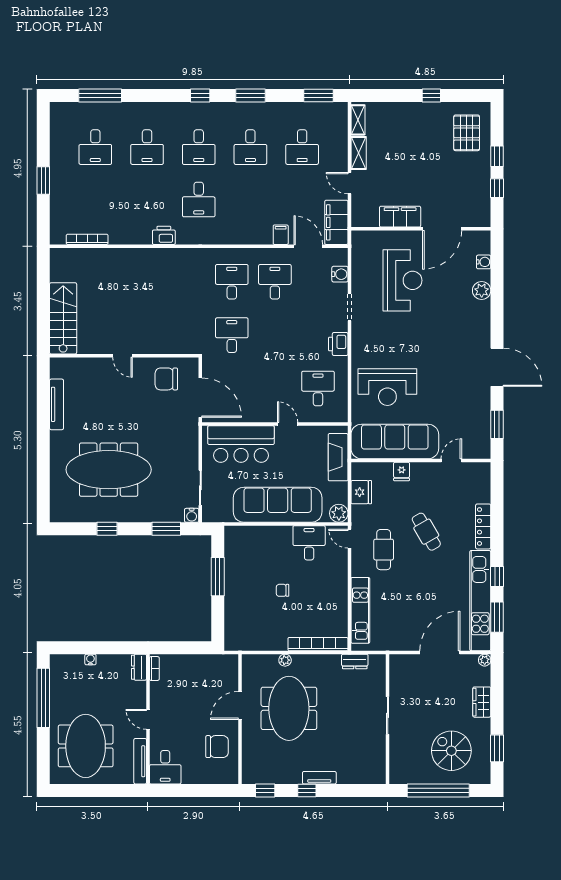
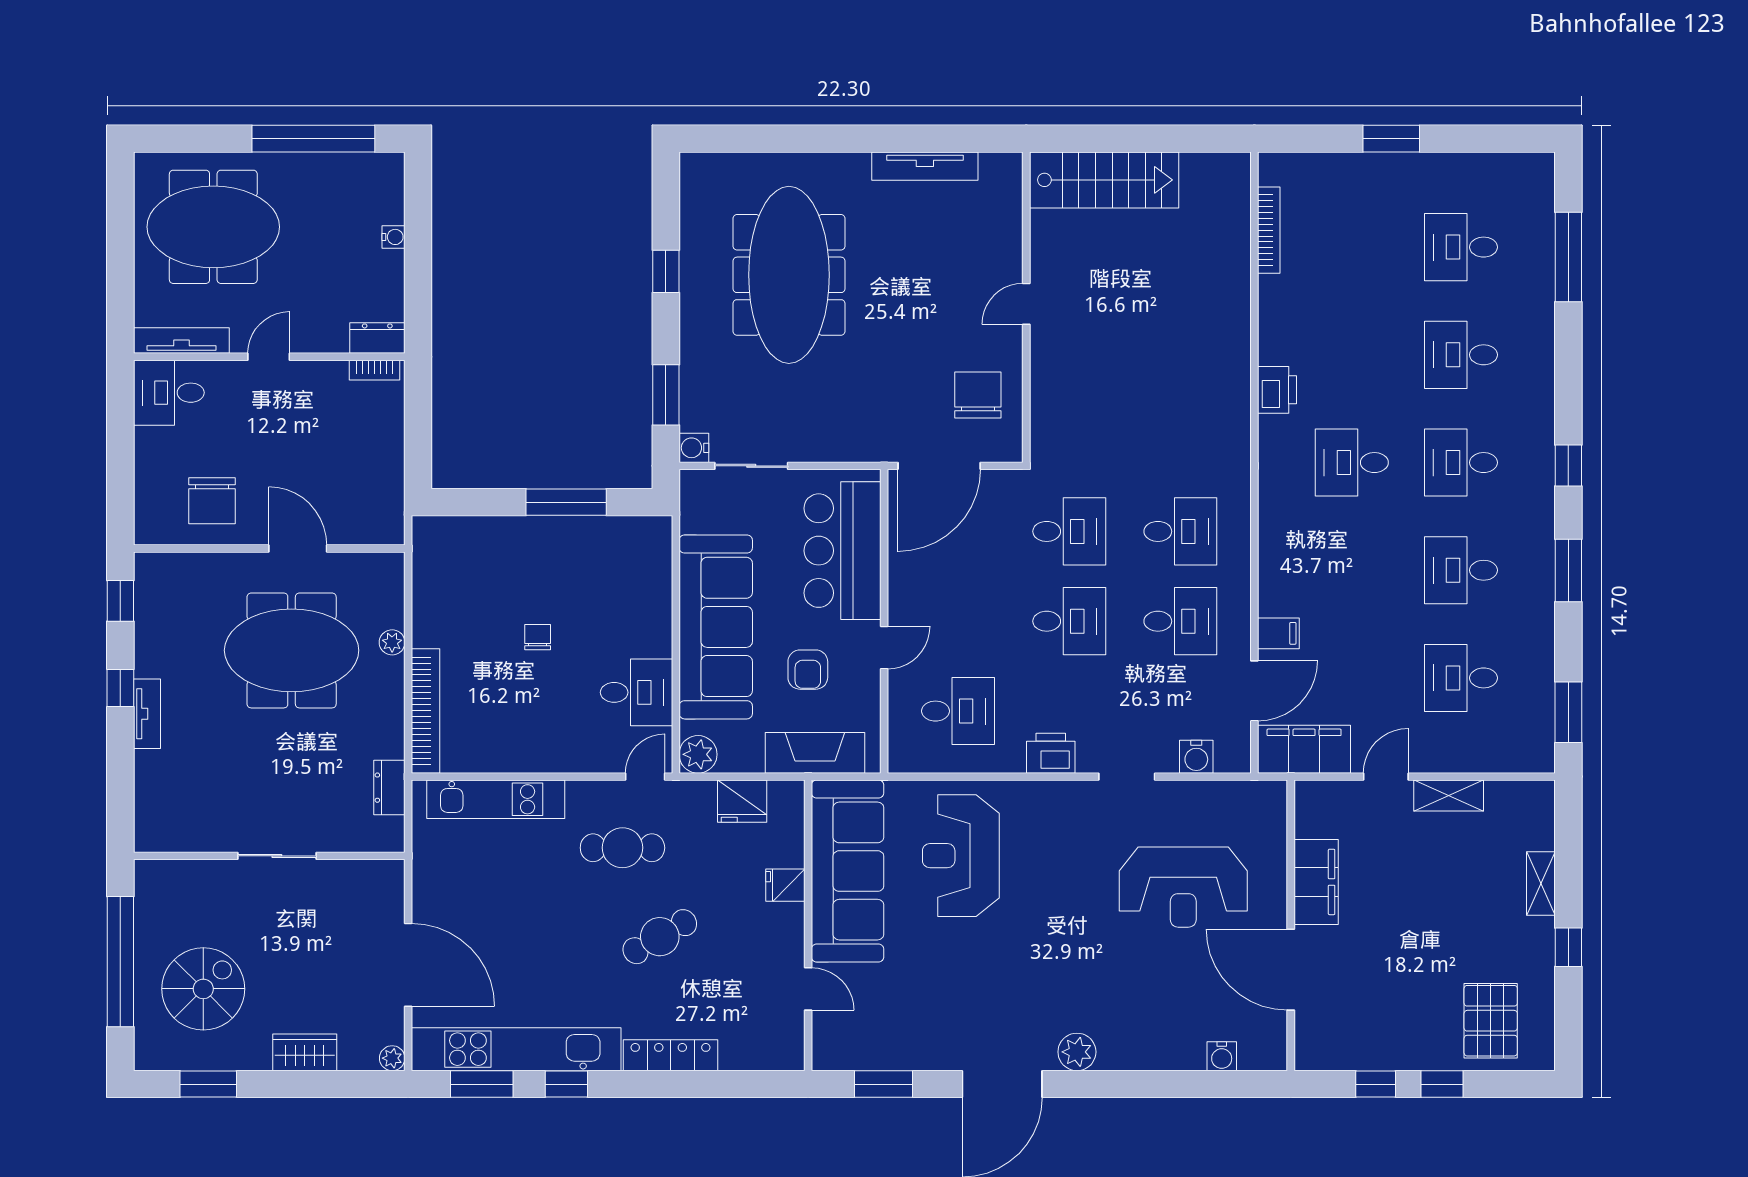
shelving: (358, 120) -> (1541, 884), moved, turned 90
pallet: (467, 133) -> (1491, 1021), turned 90
plant: (482, 290) -> (1077, 1052), moved
desk: (275, 335) -> (1069, 621), added
armchair: (298, 461) -> (808, 670), added

